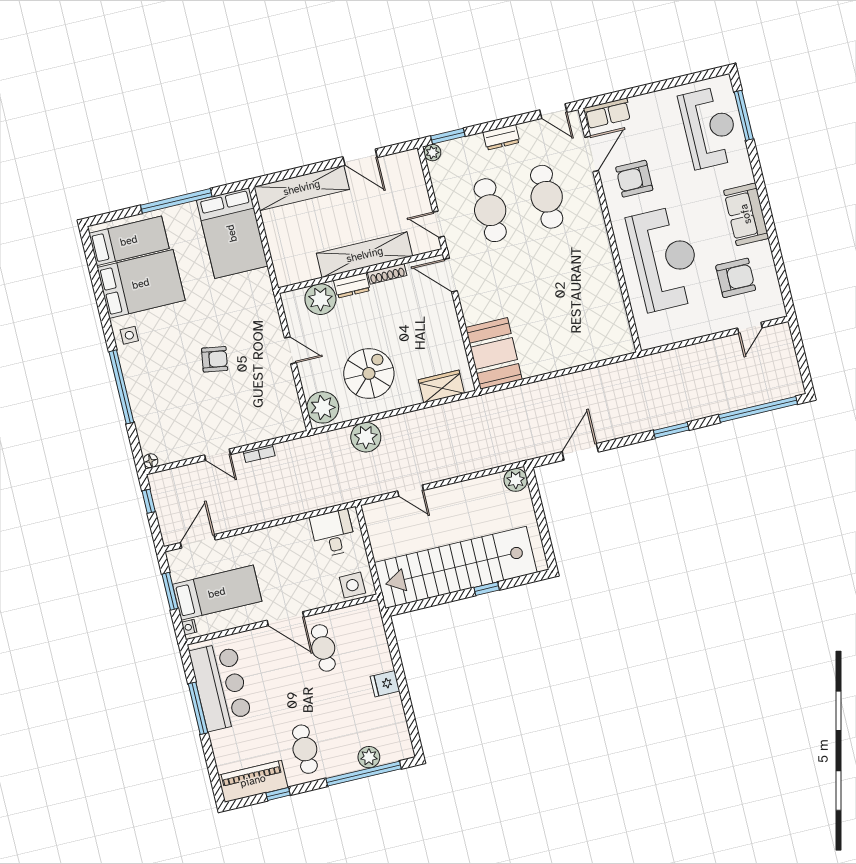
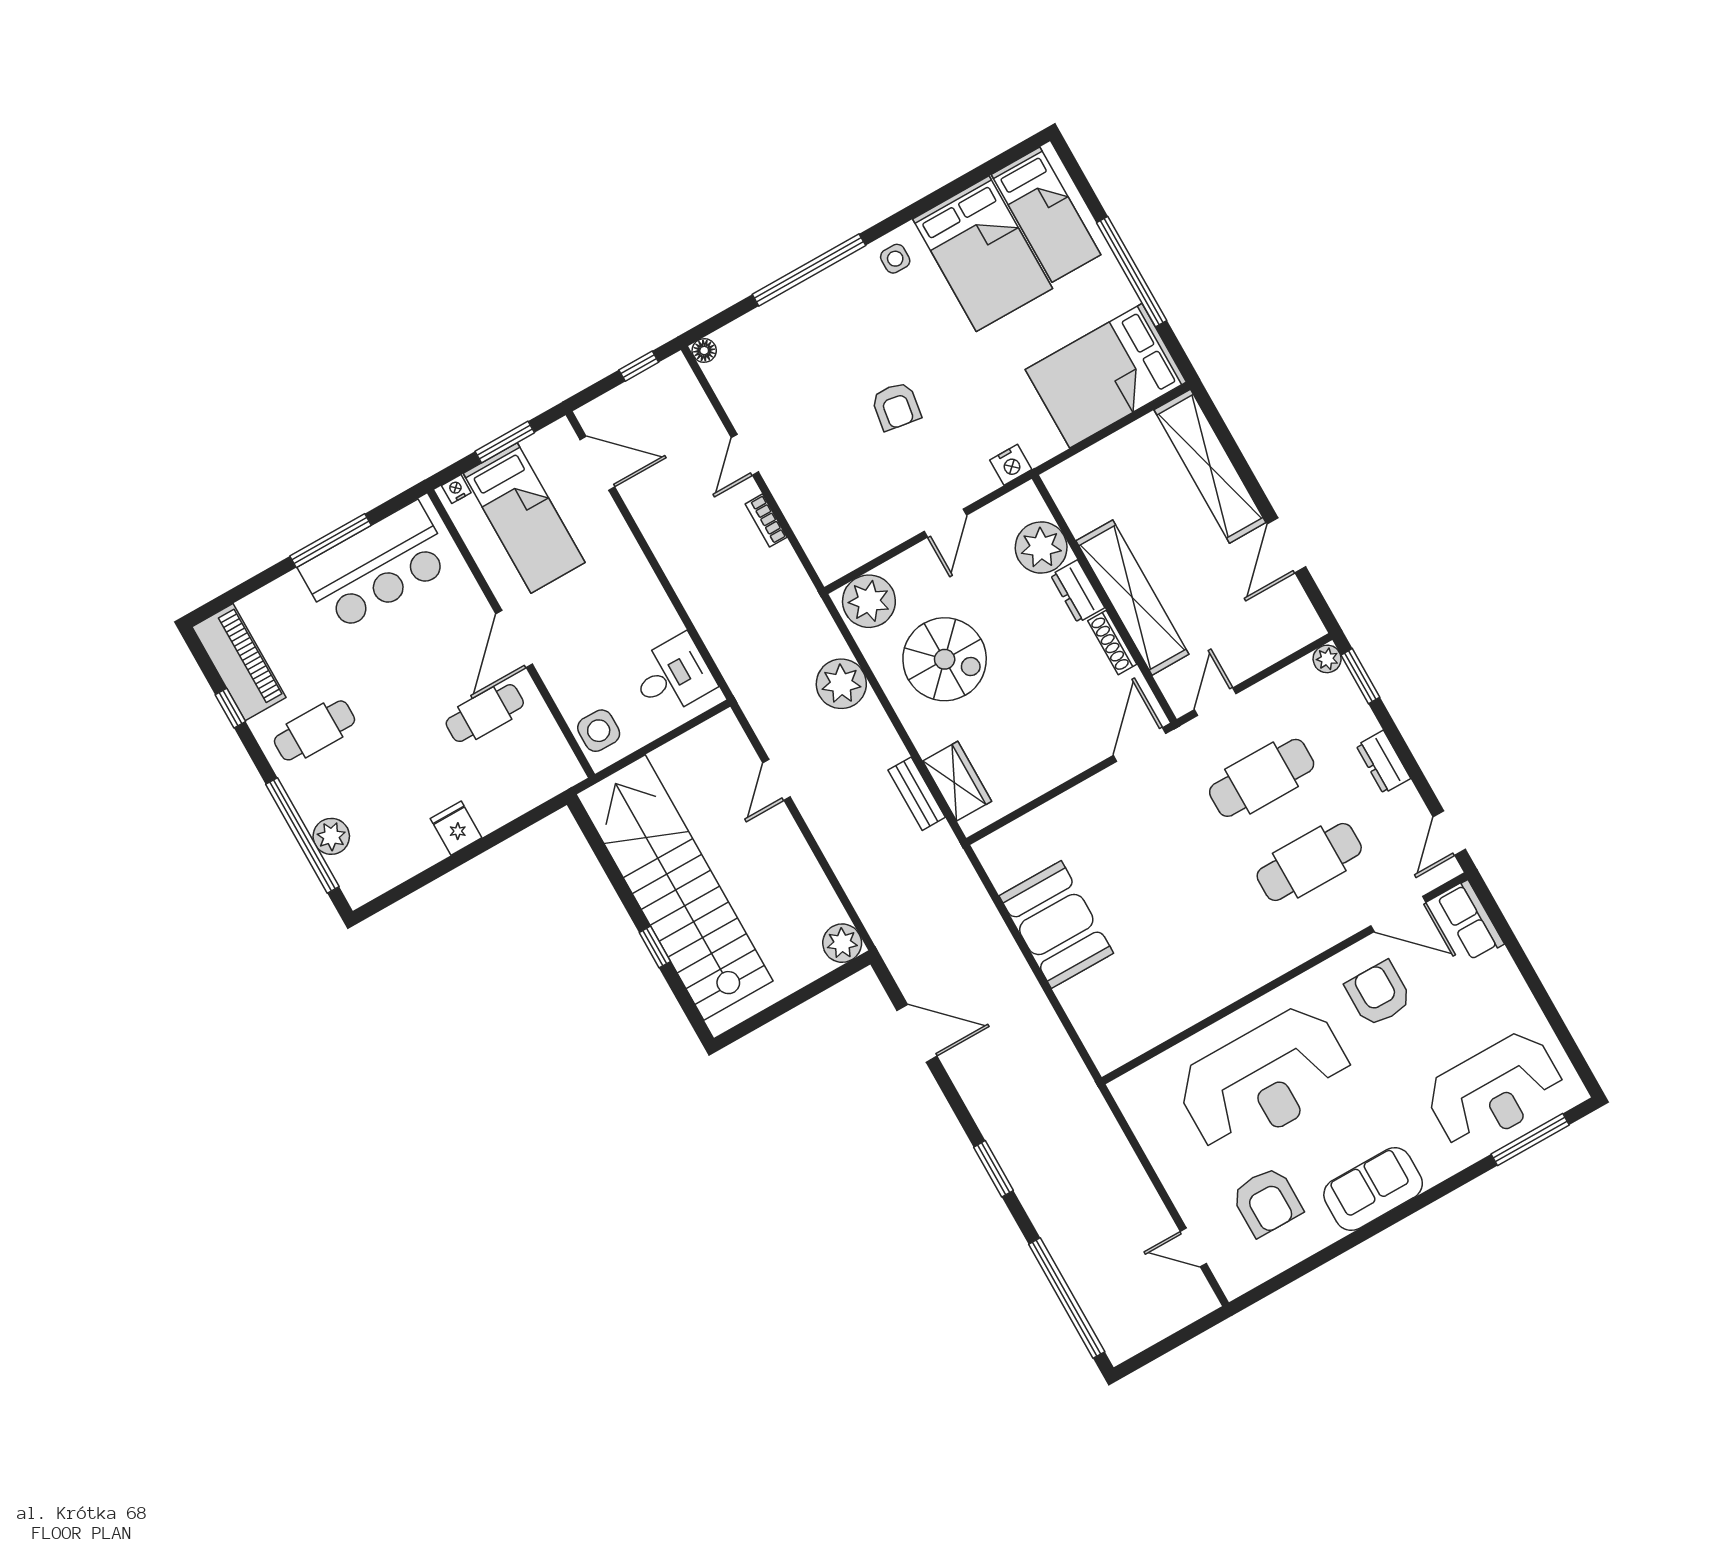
nightstand: (268, 303) -> (1011, 465), added
booth: (494, 353) -> (1056, 924), moved, turned 90
bench: (442, 412) -> (917, 794), added

